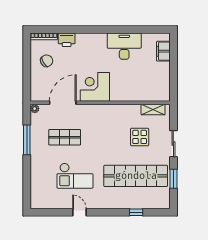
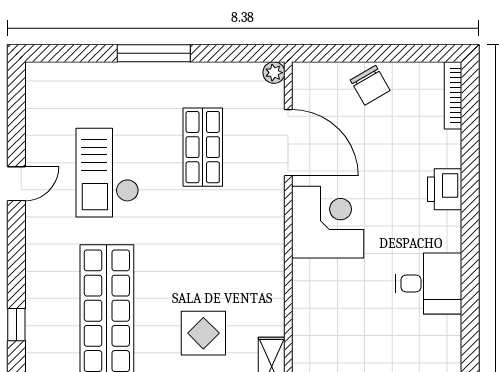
printer: (67, 40) -> (445, 189), moved
desk: (124, 46) -> (429, 283), width x0.73
chair: (47, 61) -> (370, 85), moved
window: (27, 140) -> (154, 53), moved

